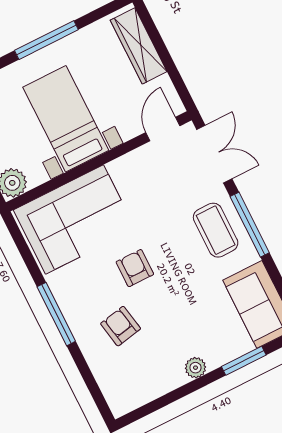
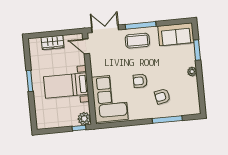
window: (46, 40) -> (30, 81), width x0.69
wardrobe: (139, 46) -> (53, 42), width x0.67
window: (56, 314) -> (167, 119), moved

